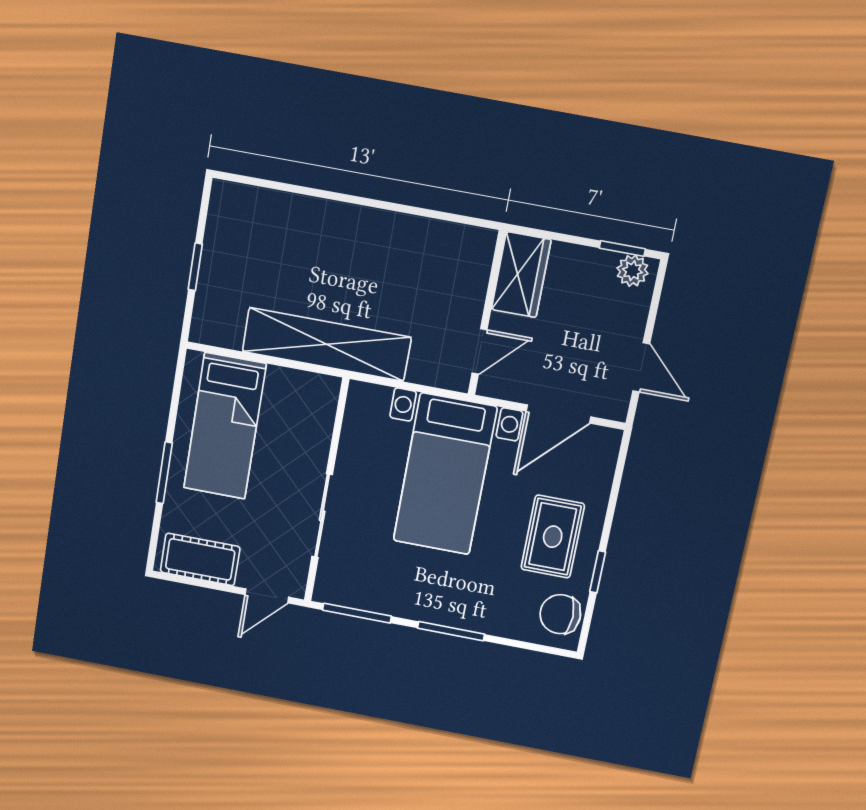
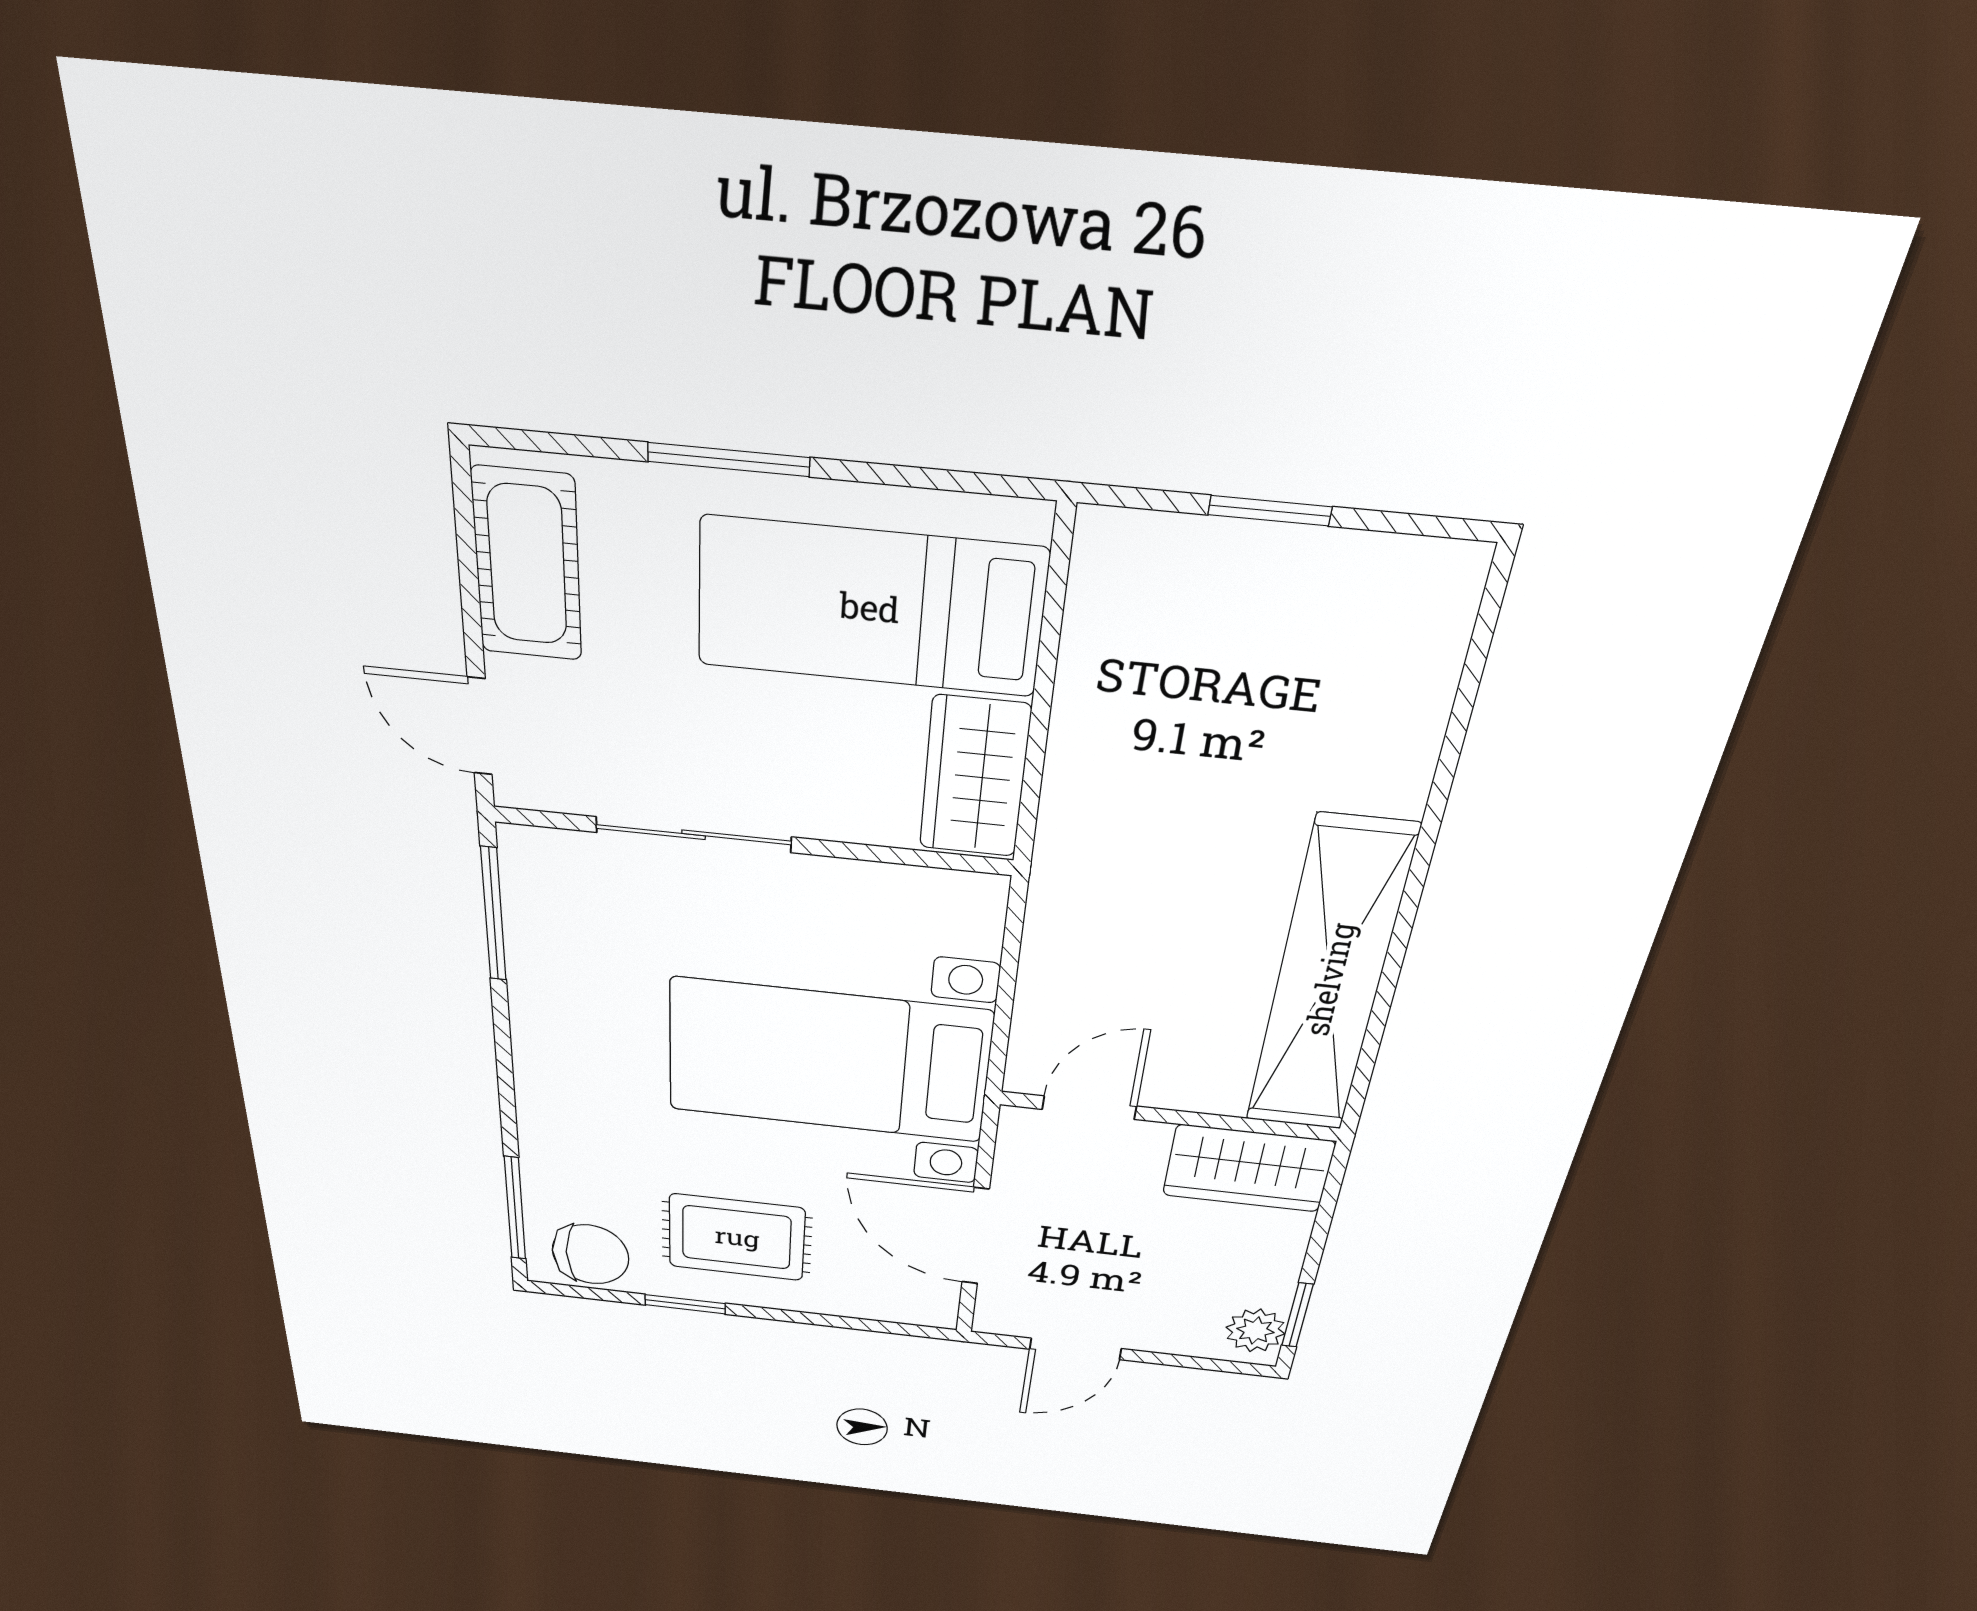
shelving: (327, 344) -> (1329, 979), moved
door: (479, 352) -> (1089, 1108), swing flipped
wardrobe: (301, 391) -> (975, 777), added
chair: (560, 614) -> (591, 1254), turned 90
window: (451, 631) -> (515, 1208), moved

